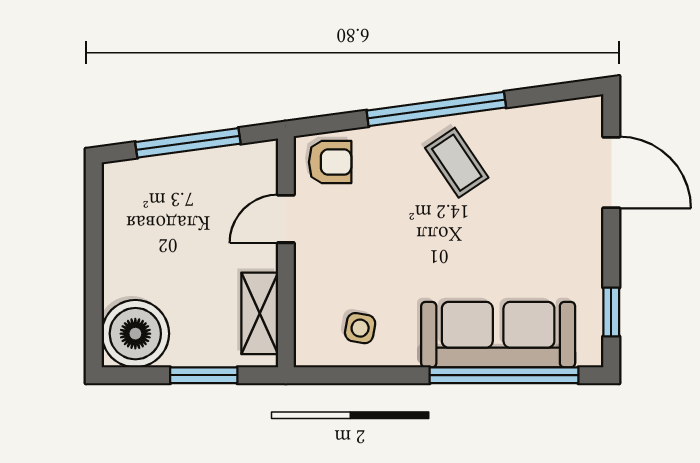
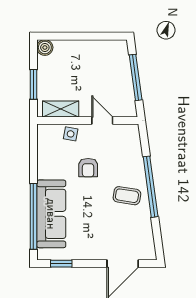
armchair: (330, 162) -> (88, 168), moved
coffee table: (457, 163) -> (127, 196), turned 43
side table: (360, 328) -> (71, 134), moved
boiler: (135, 334) -> (45, 47), width x0.54, depth x0.54

